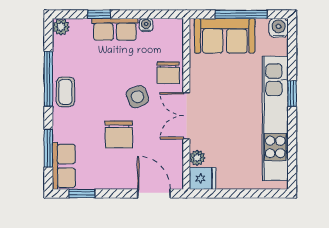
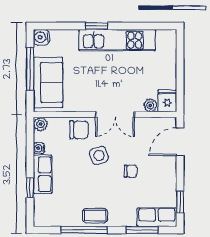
plant: (61, 27) -> (41, 124), moved
kitchen unit: (275, 118) -> (117, 40), width x0.73
chair: (119, 134) -> (131, 171), width x0.54, depth x0.54

